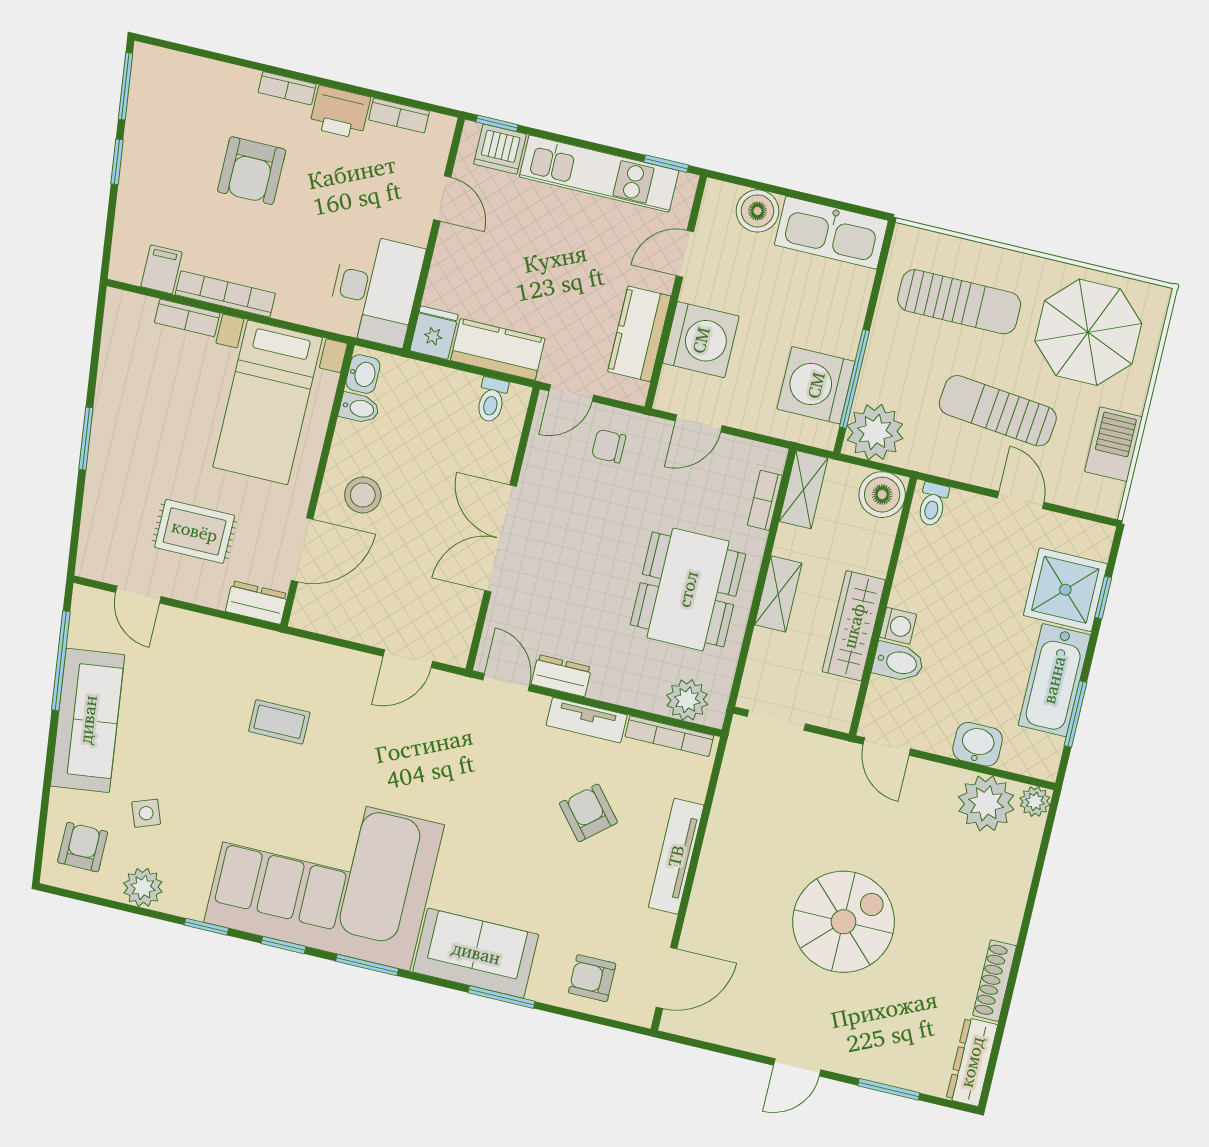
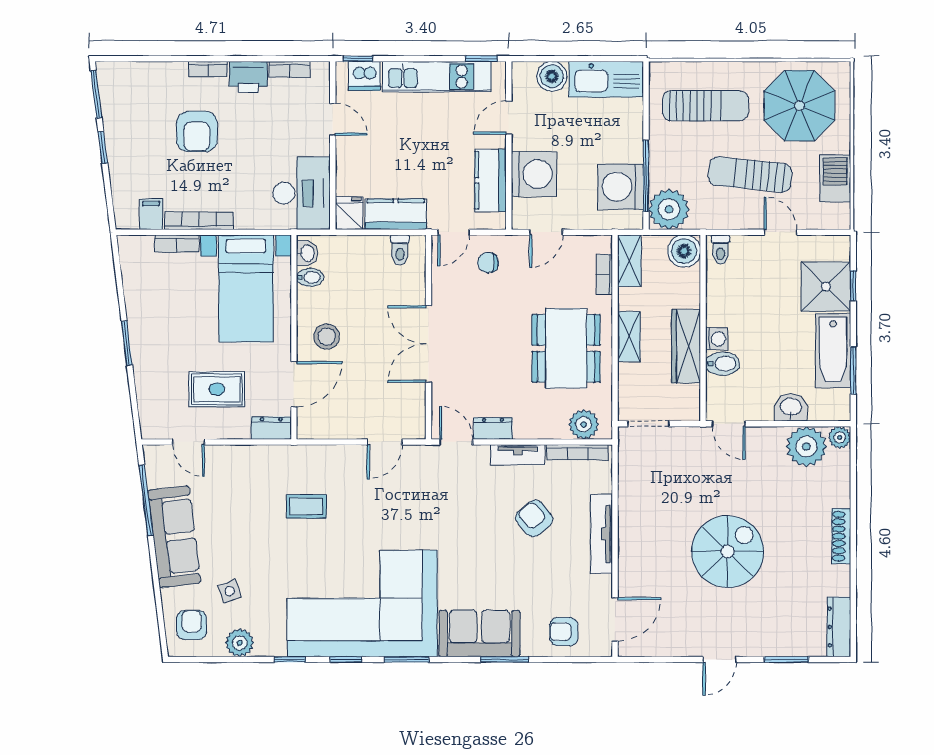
shoe rack: (995, 981) -> (841, 536), moved

